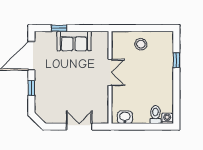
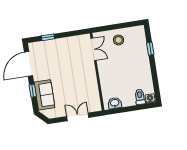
sofa: (74, 41) -> (44, 95), moved, turned -90
double door: (110, 72) -> (94, 49), moved

